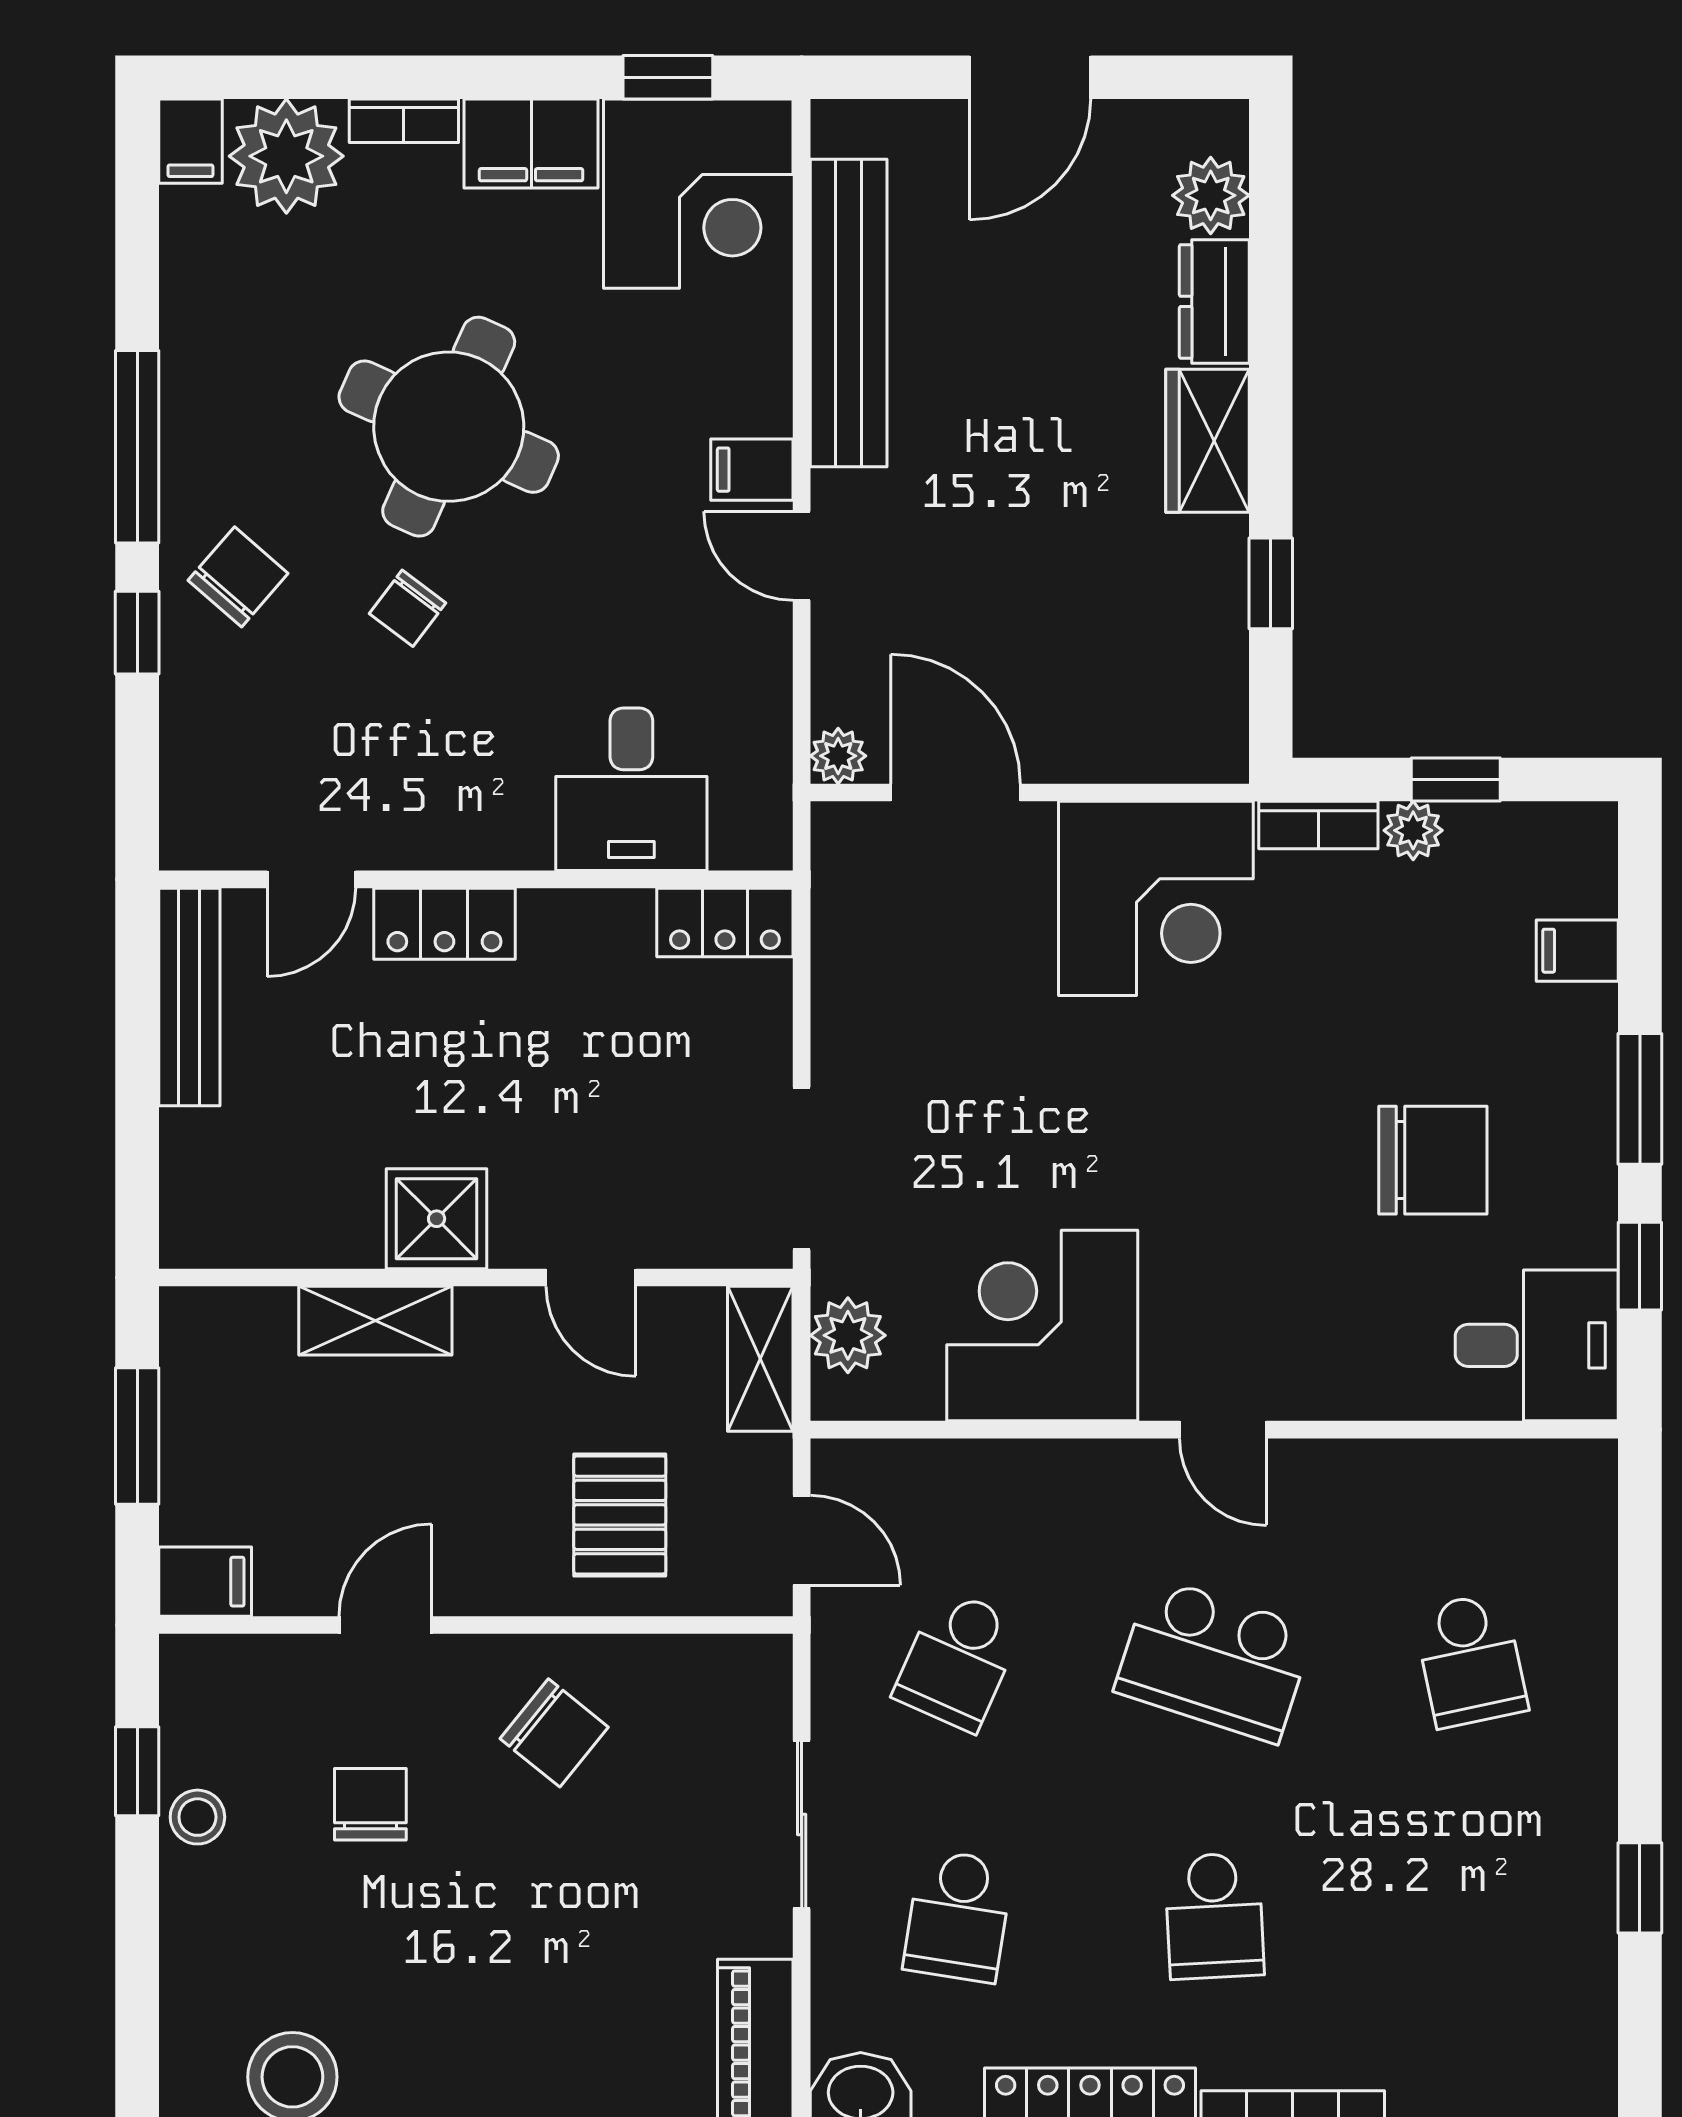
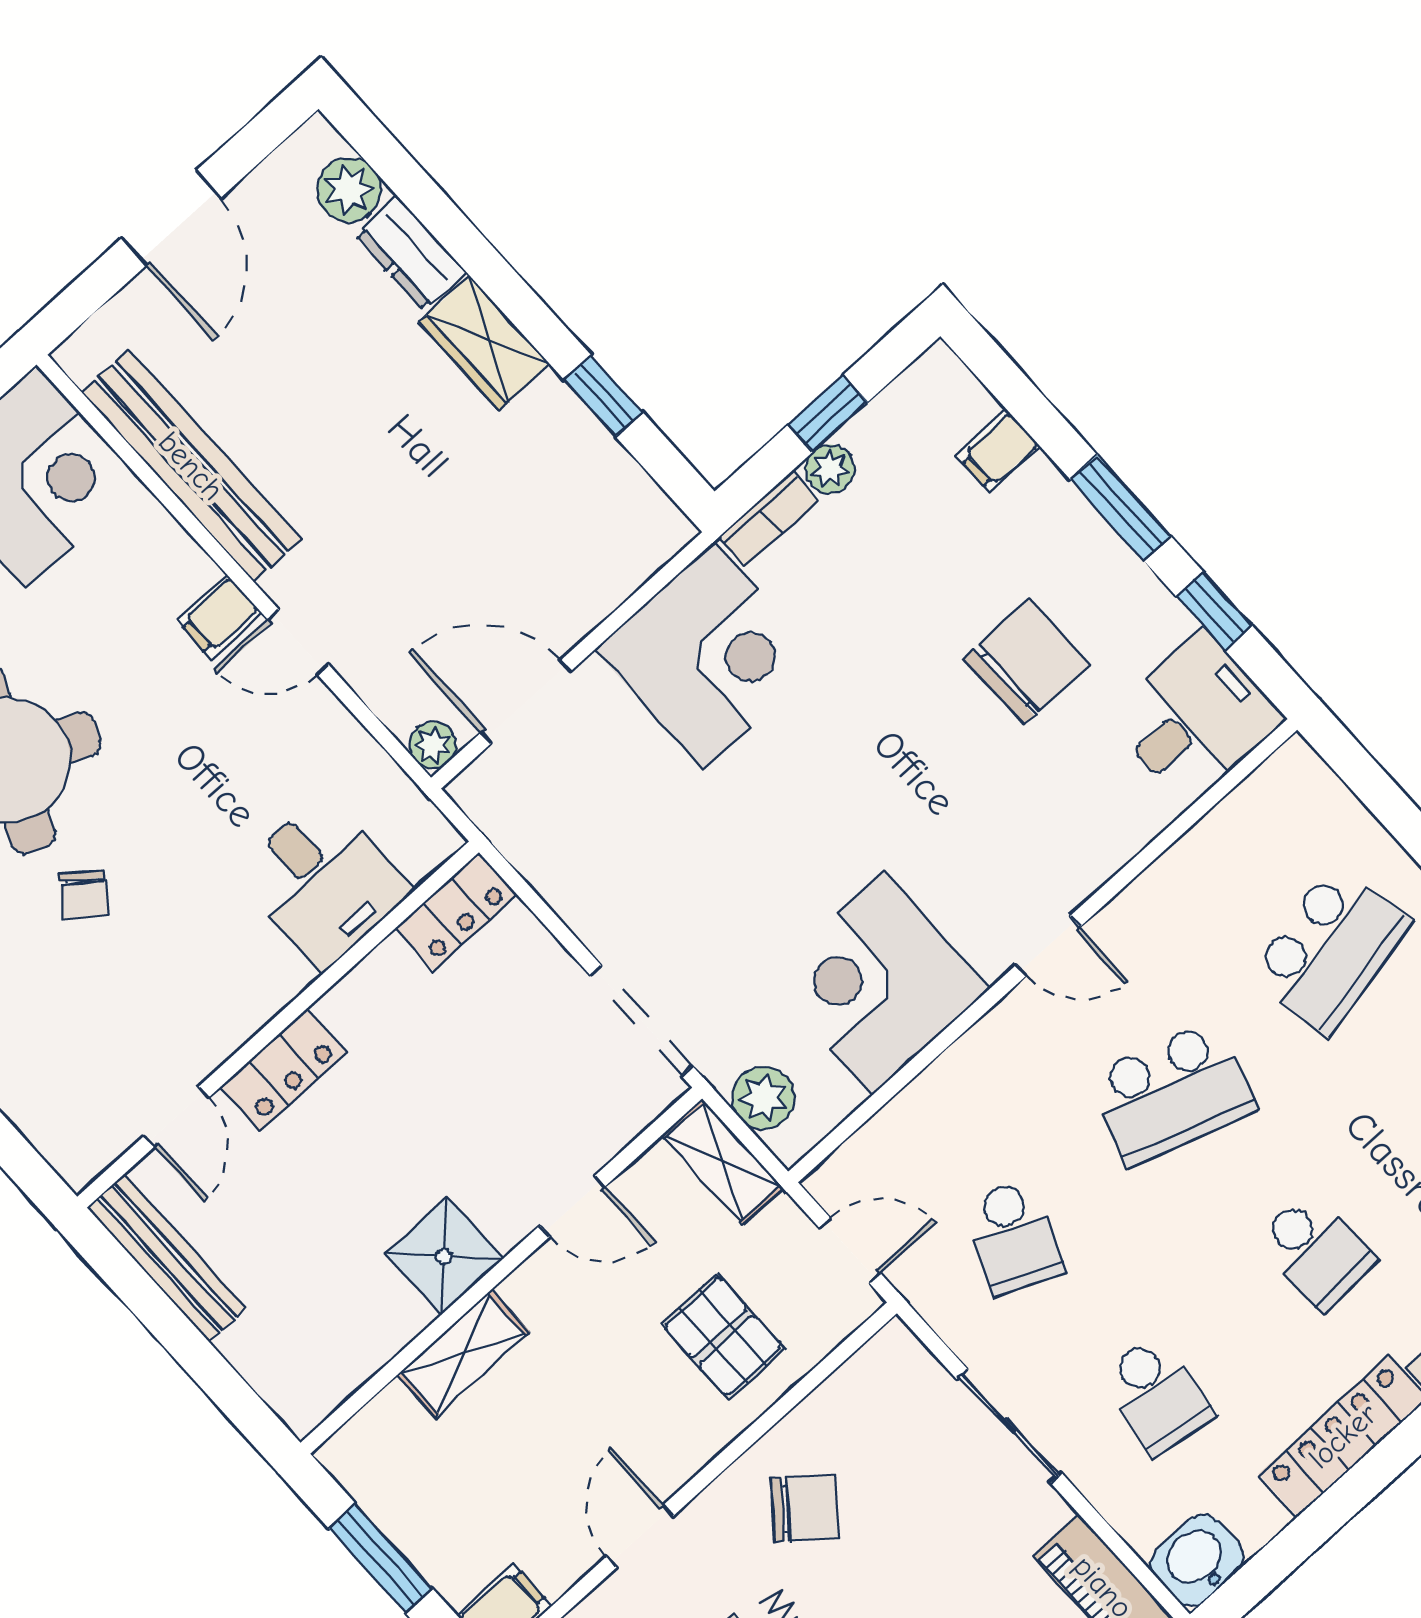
school desk: (1470, 1660) -> (1330, 950), width x1.85

